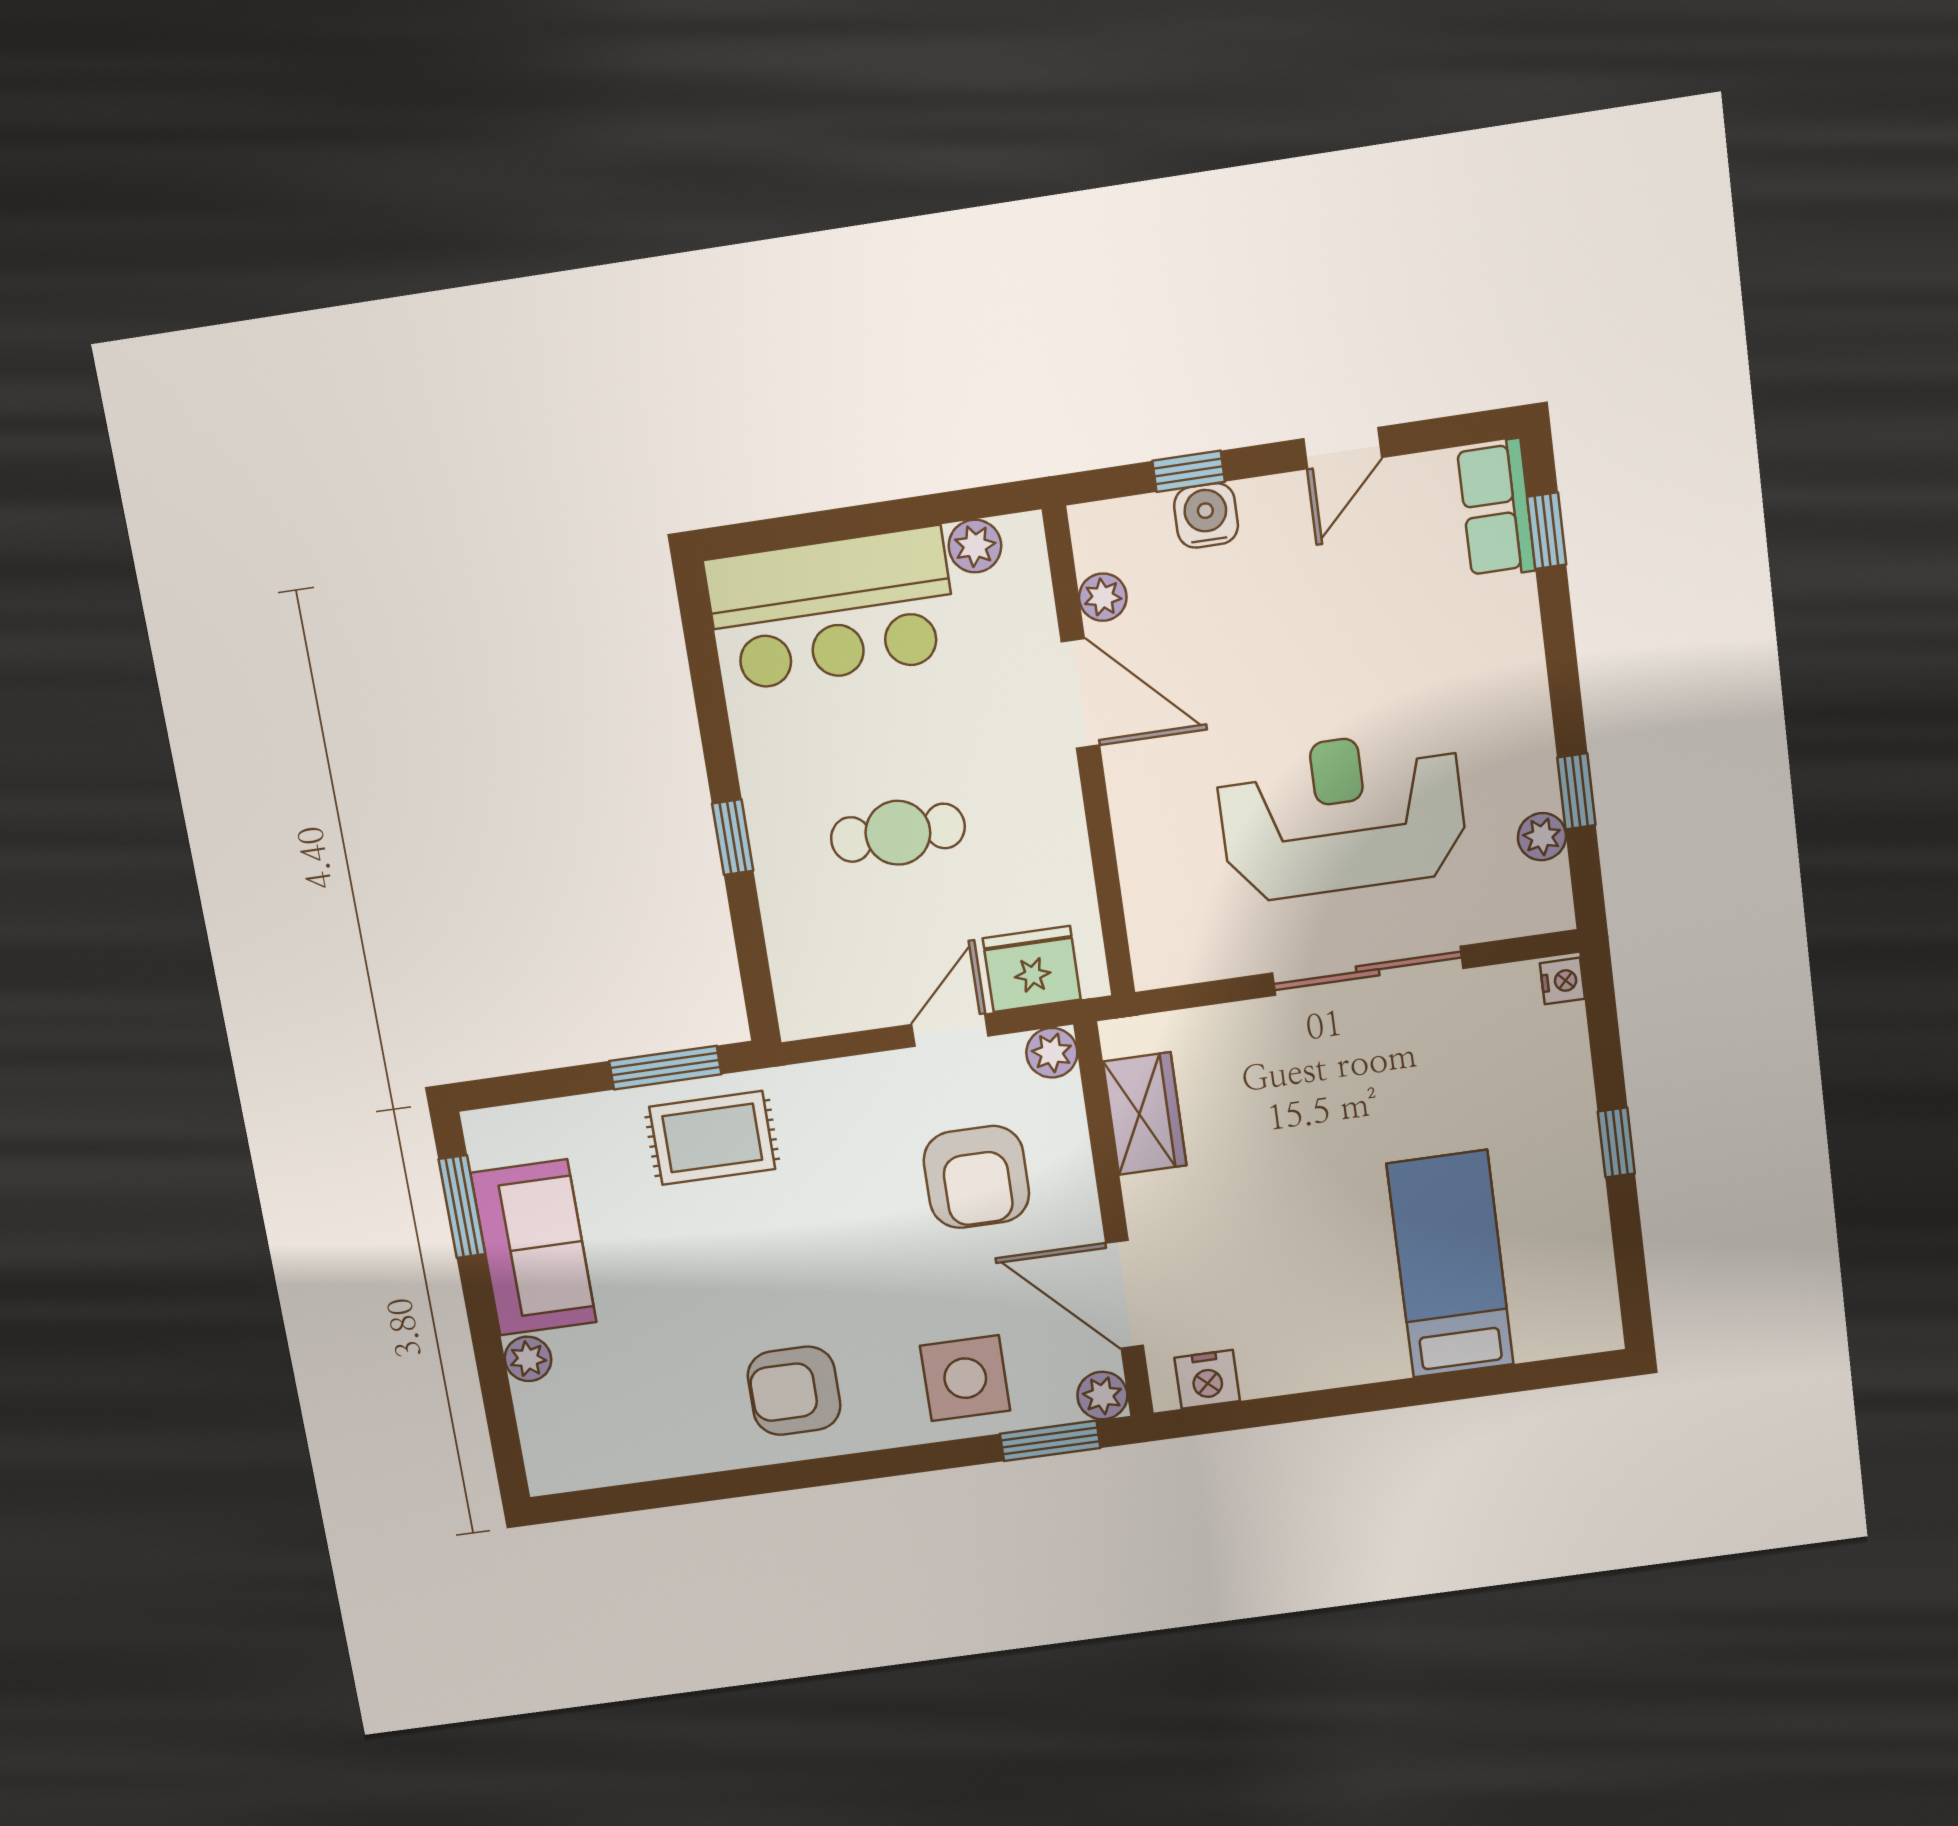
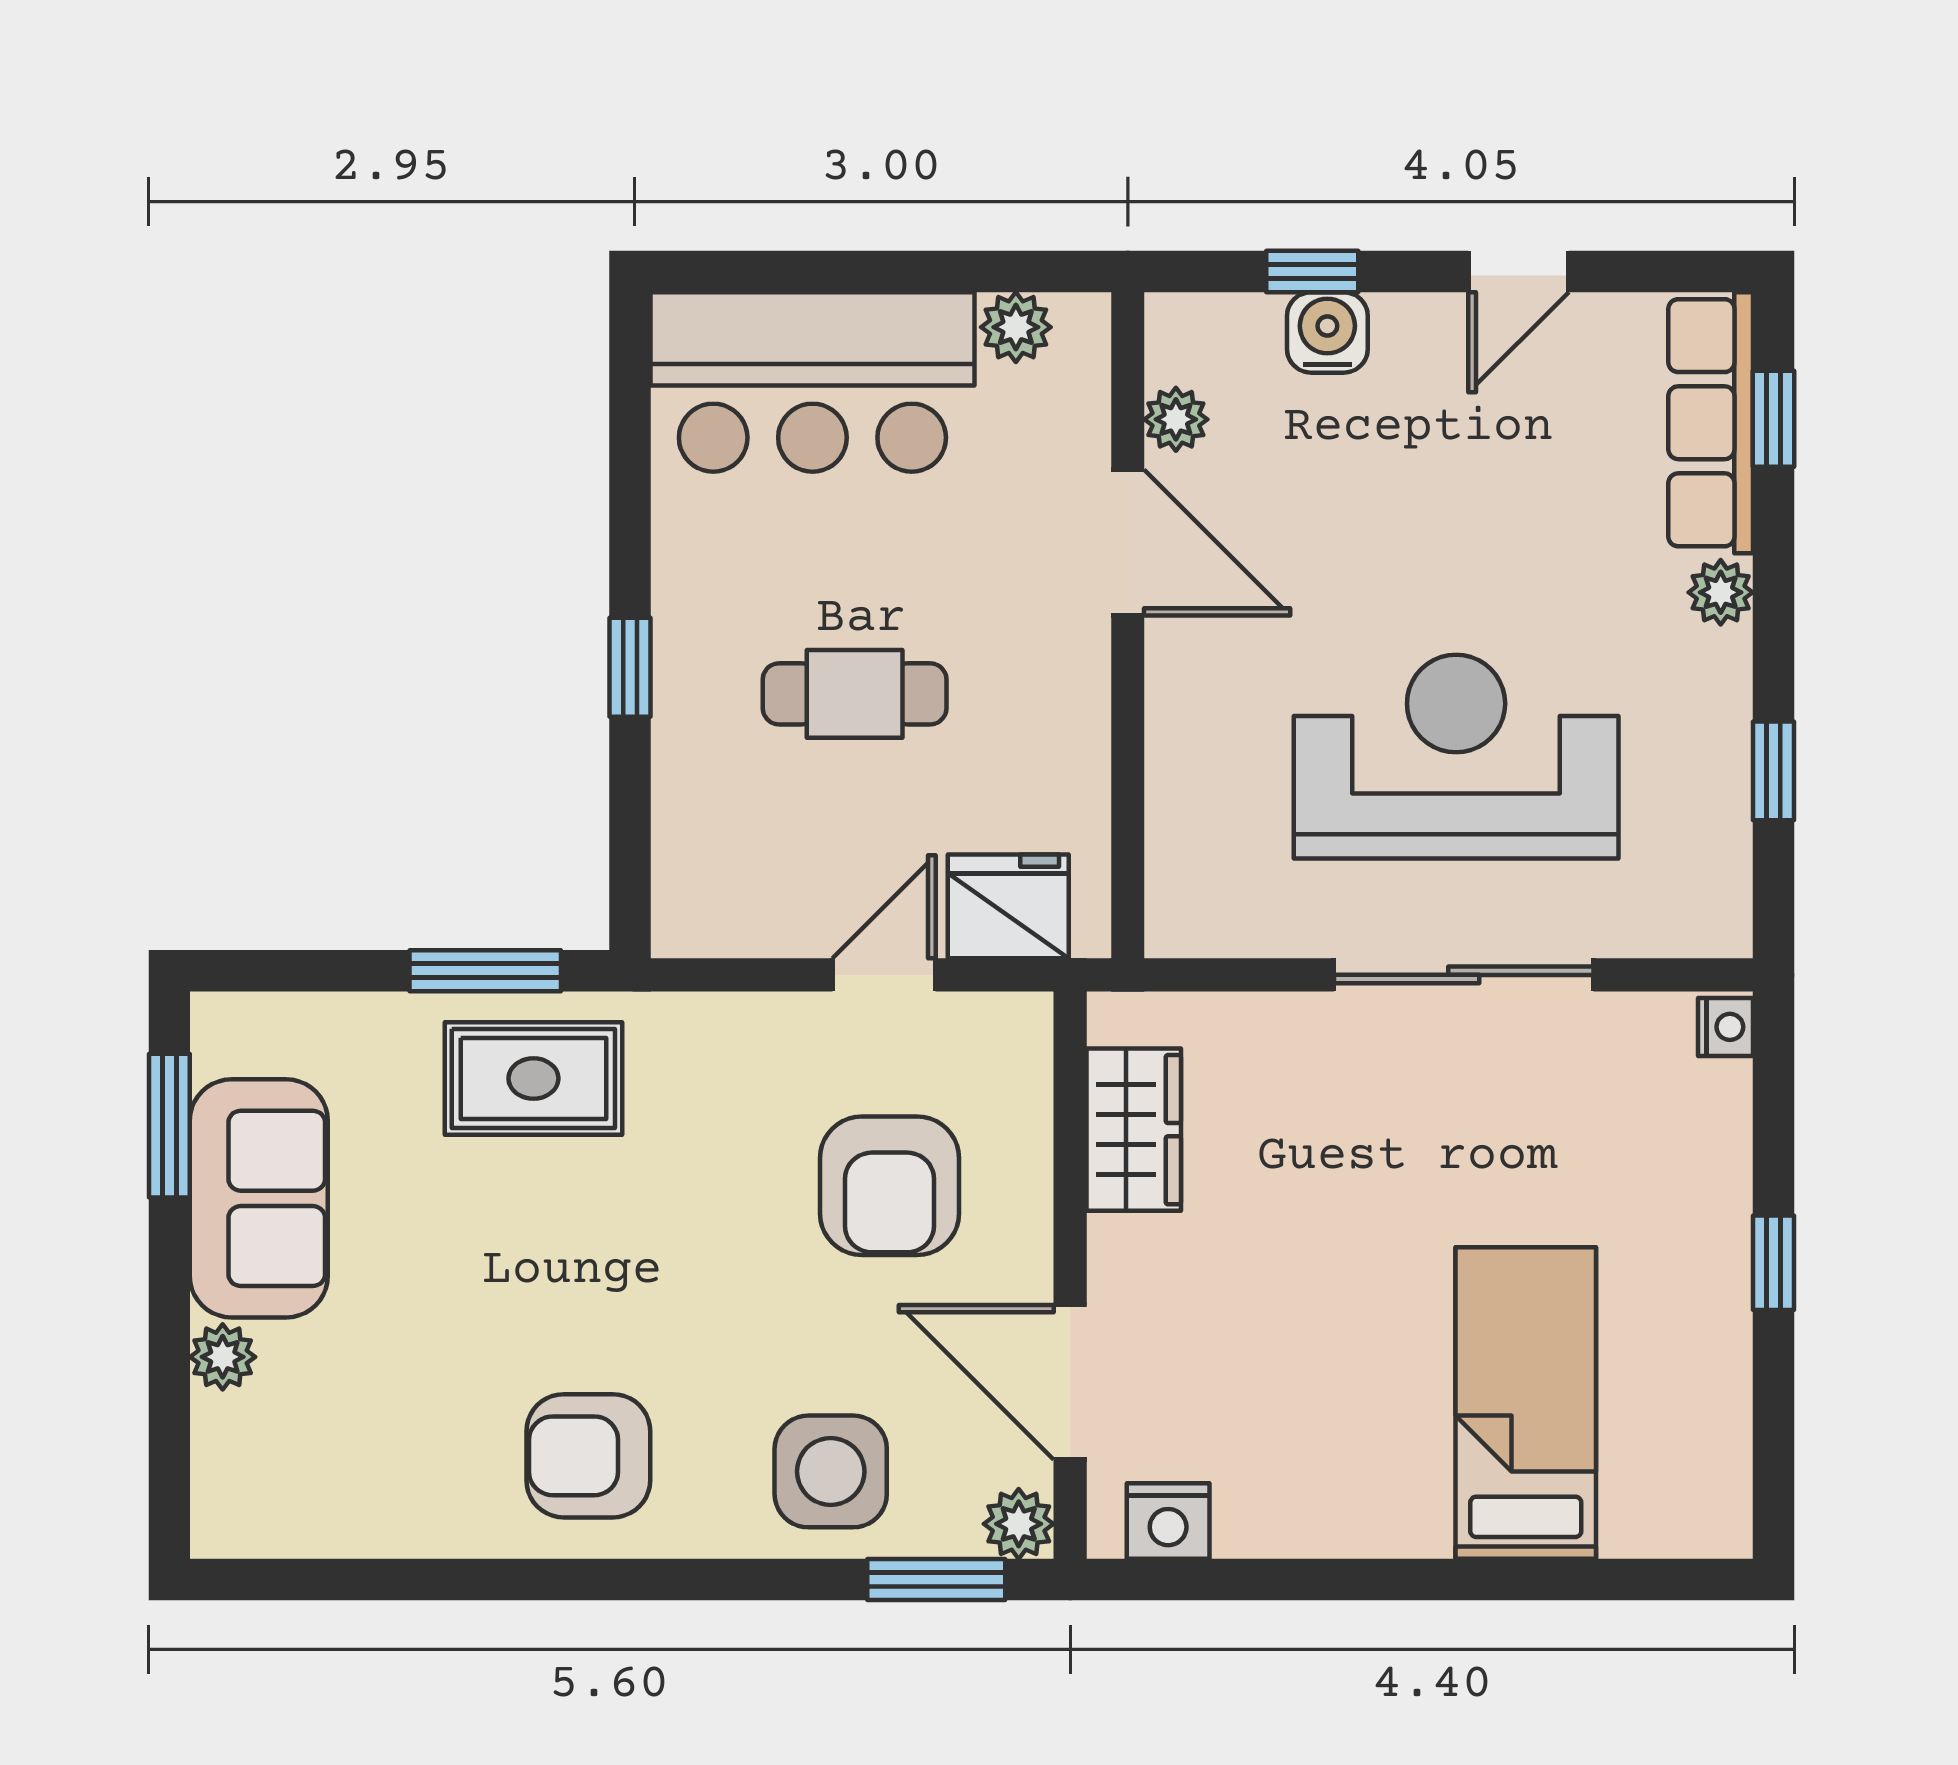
row of seats: (1496, 509) -> (1711, 423), width x1.48
plant: (1542, 837) -> (1721, 592), moved
plant: (1052, 1053) -> (1019, 1026), removed

